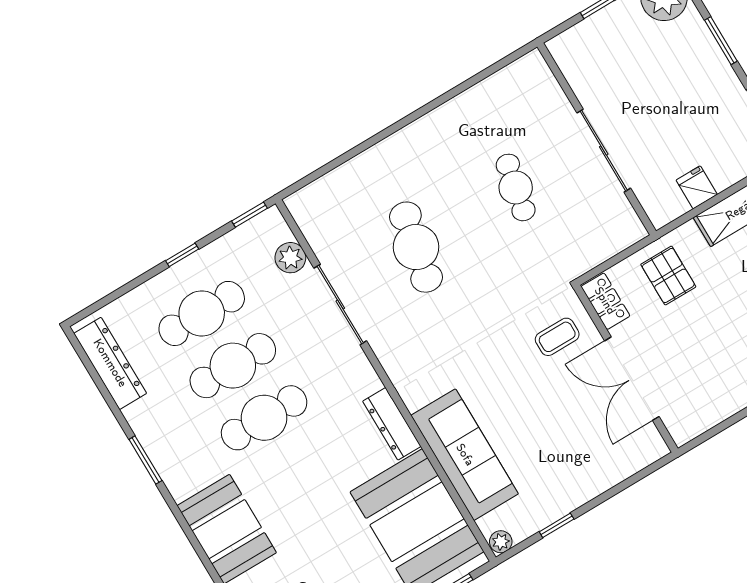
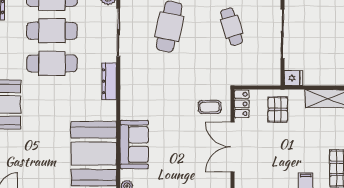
cafe table: (516, 187) -> (232, 27), turned -30
fridge: (697, 187) -> (293, 78), moved, turned 90
dresser: (392, 424) -> (109, 81), moved
sofa: (465, 455) -> (134, 145), width x0.73

